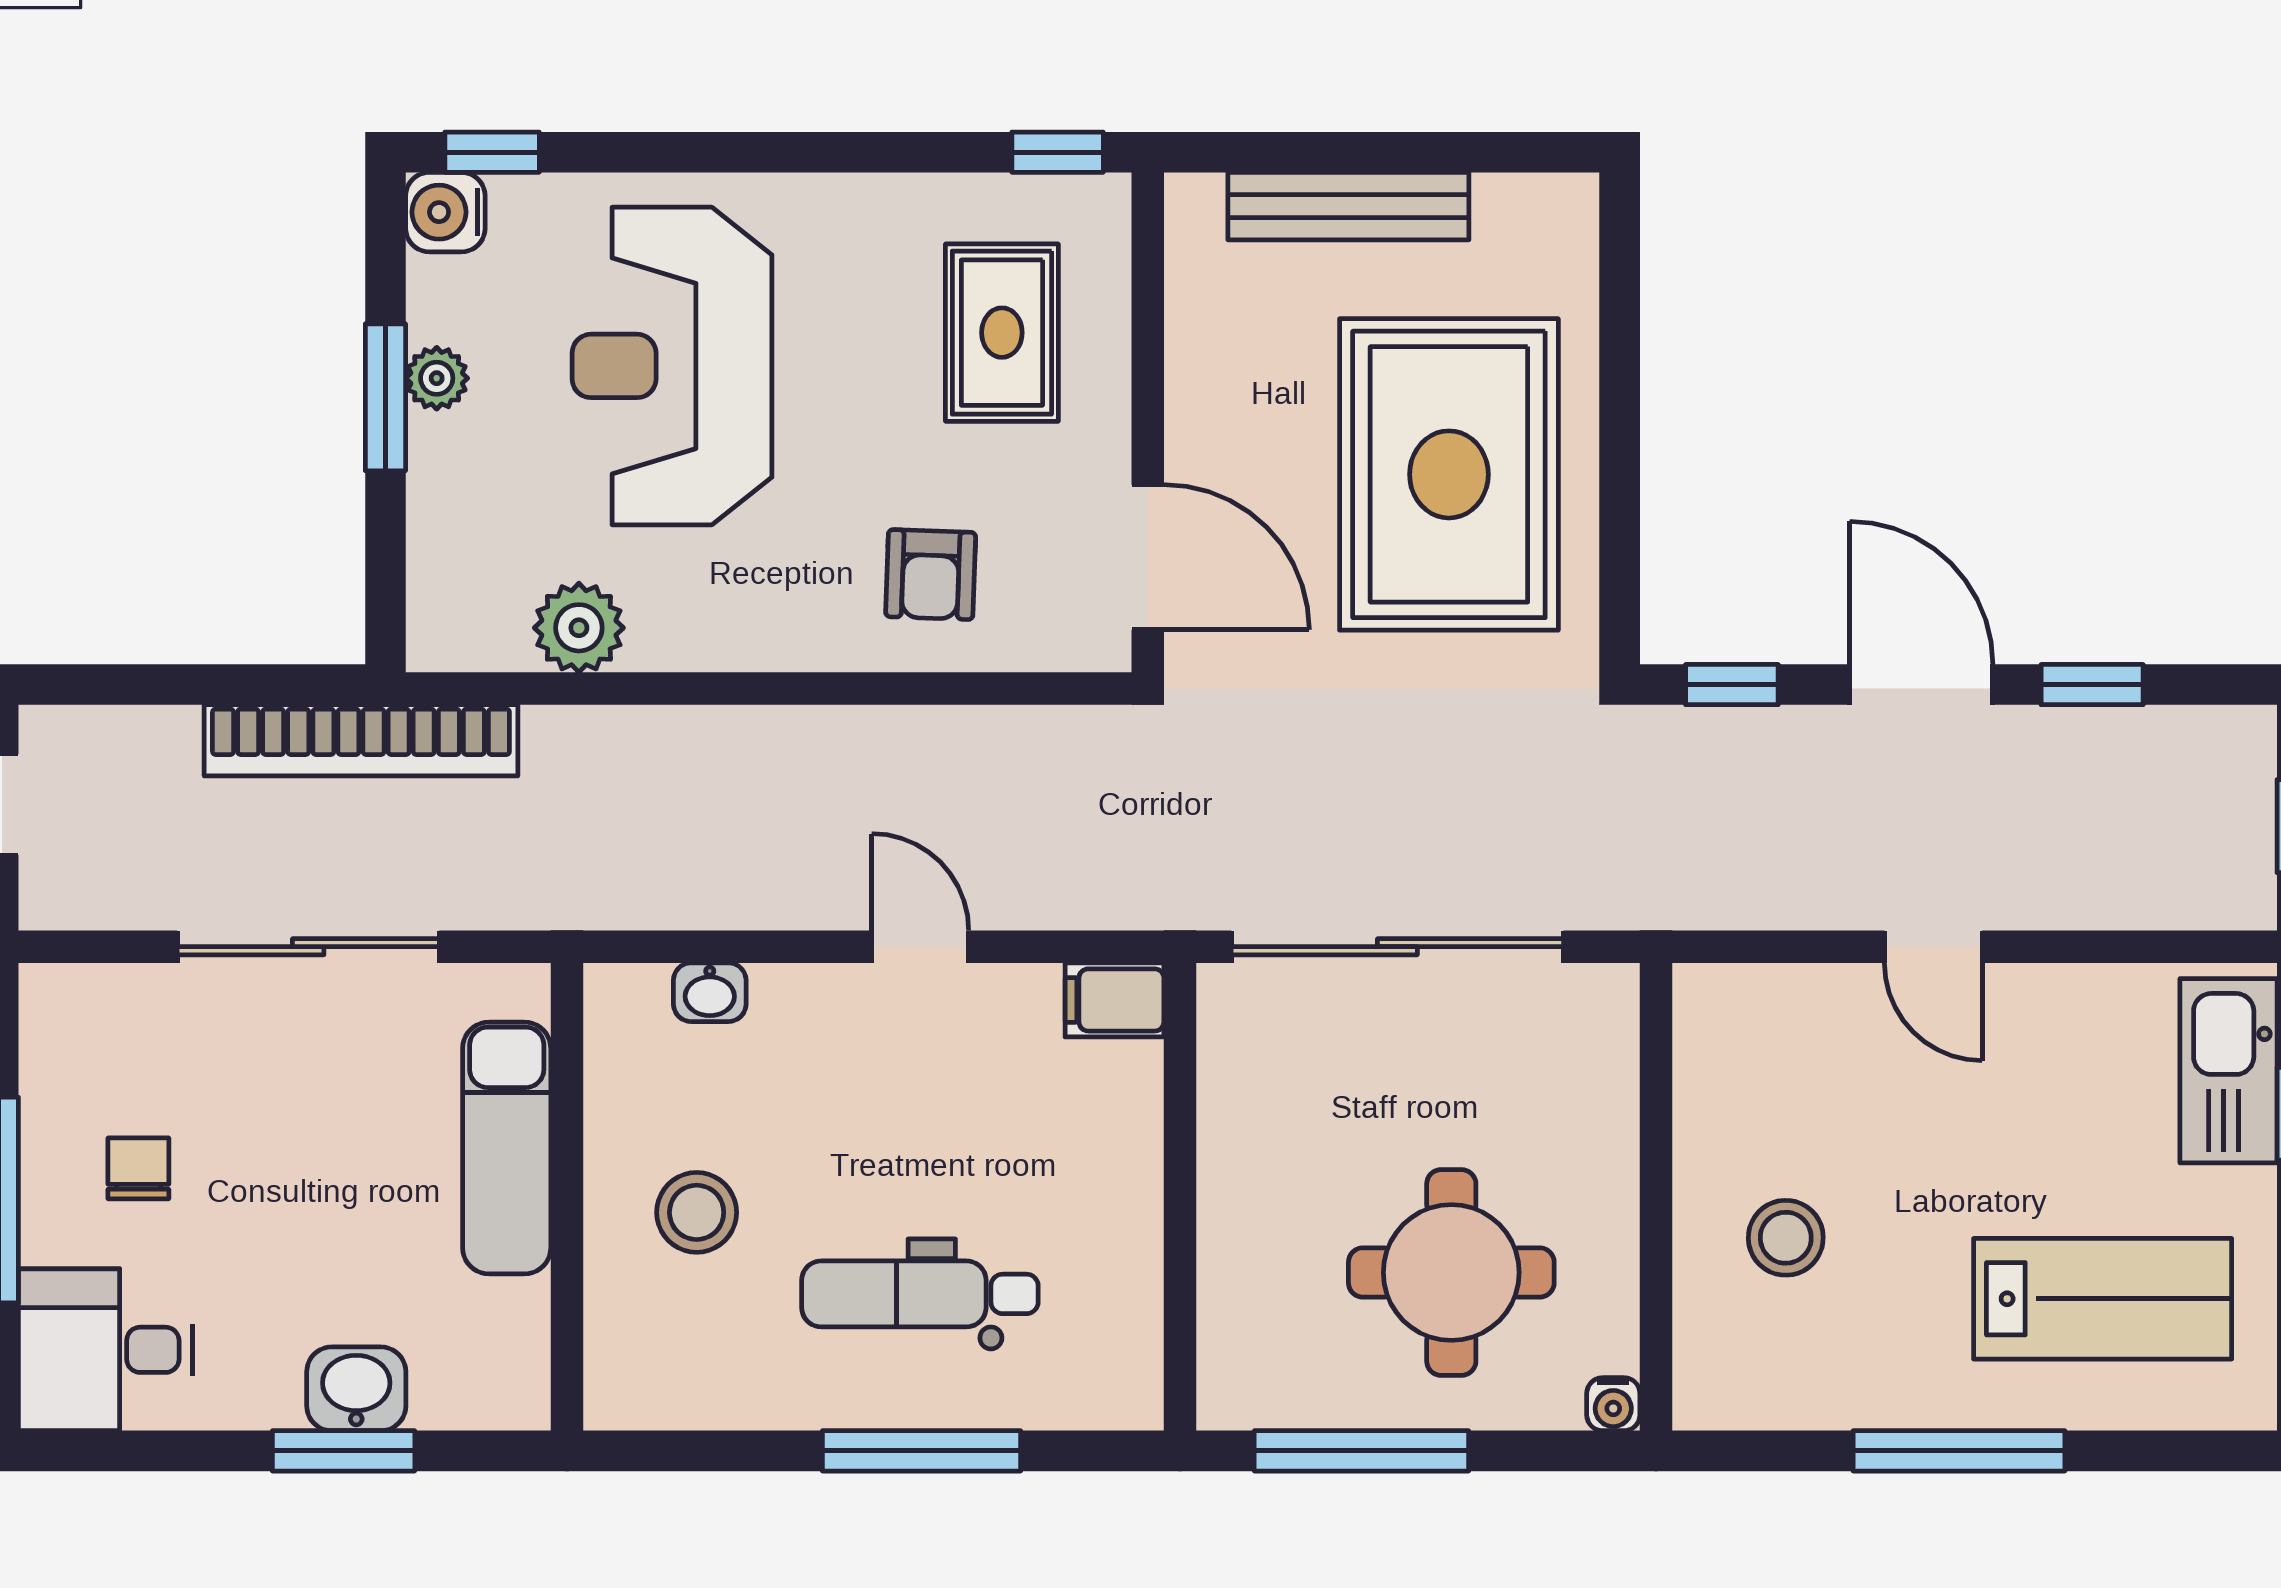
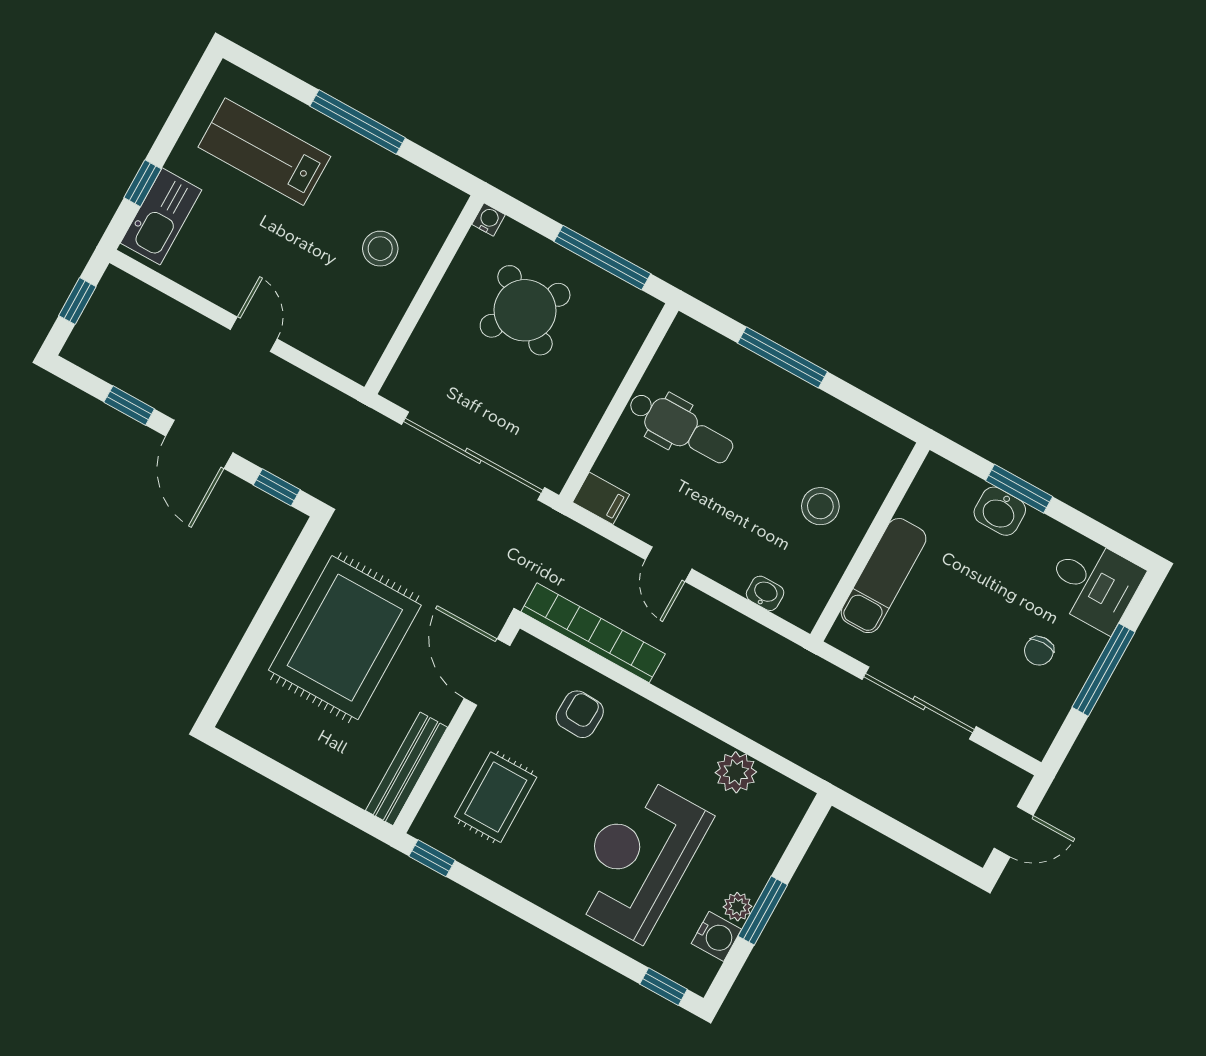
bench: (1348, 206) -> (407, 769), moved, turned 90
water cooler: (445, 212) -> (716, 936), moved
reception desk: (672, 366) -> (638, 858), turned 180
bookcase: (361, 740) -> (593, 633), moved
round table: (1451, 1272) -> (525, 310), turned 36
dental chair: (920, 1294) -> (681, 428), moved

